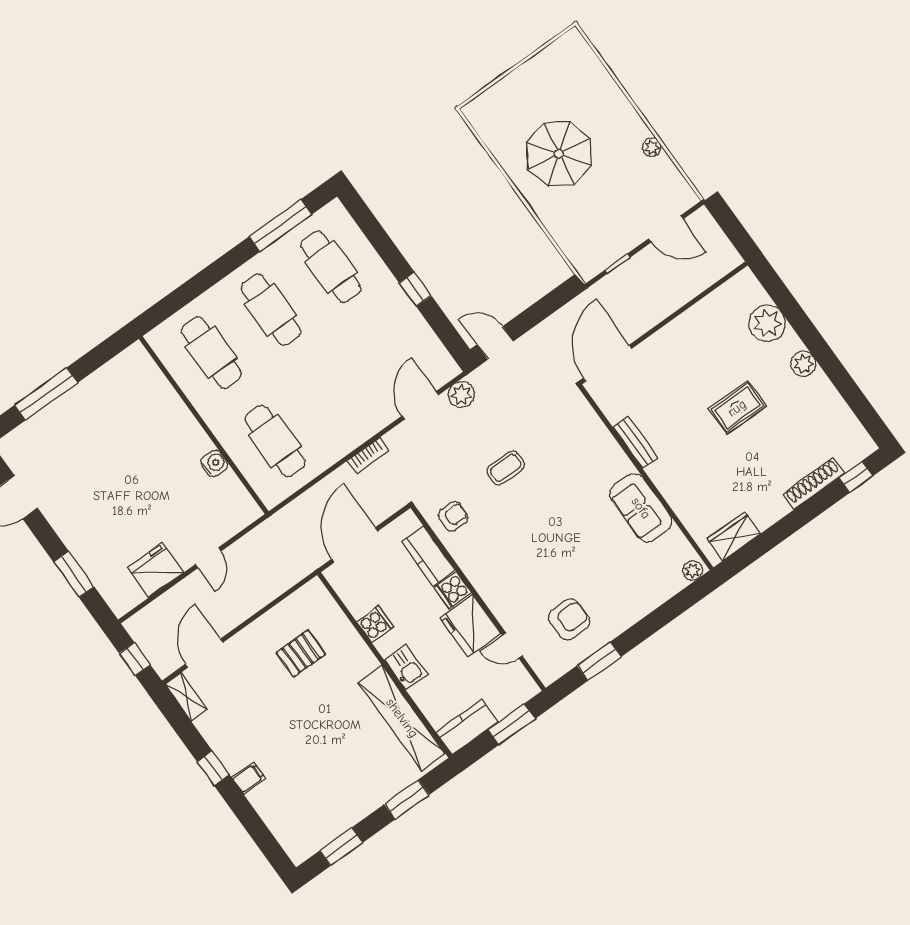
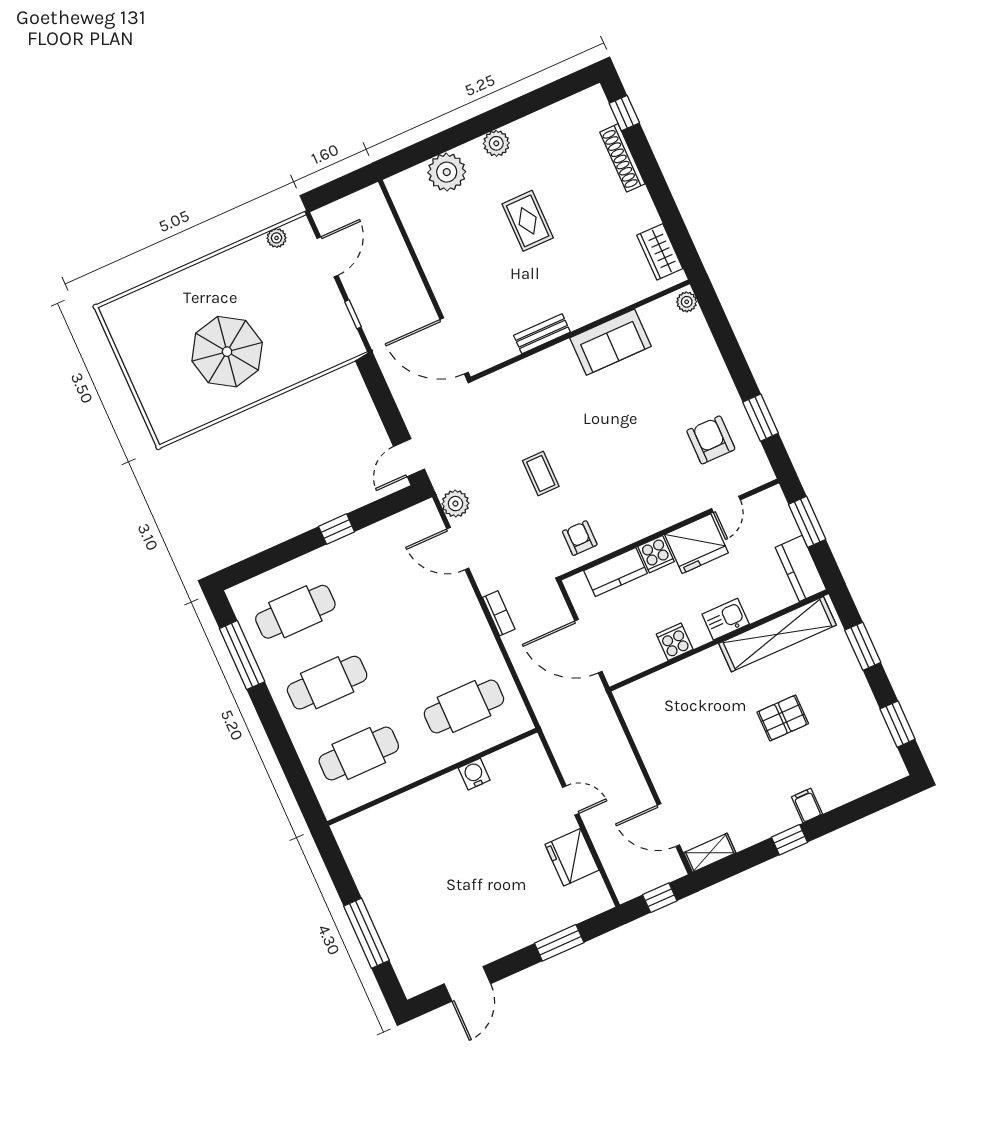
plant: (652, 147) -> (276, 238), moved
pallet: (301, 653) -> (783, 718), moved, turned 90

